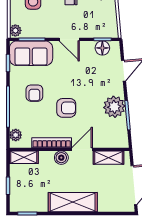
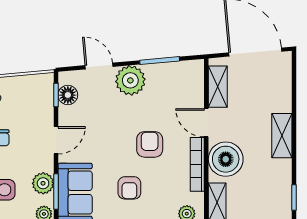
plant: (38, 30) -> (43, 183), added
armchair: (34, 93) -> (129, 188), turned 90
plant: (114, 107) -> (130, 80), moved
boiler: (61, 158) -> (226, 159), width x1.86, depth x1.86
shelving: (73, 202) -> (282, 136), width x0.67, depth x0.75

